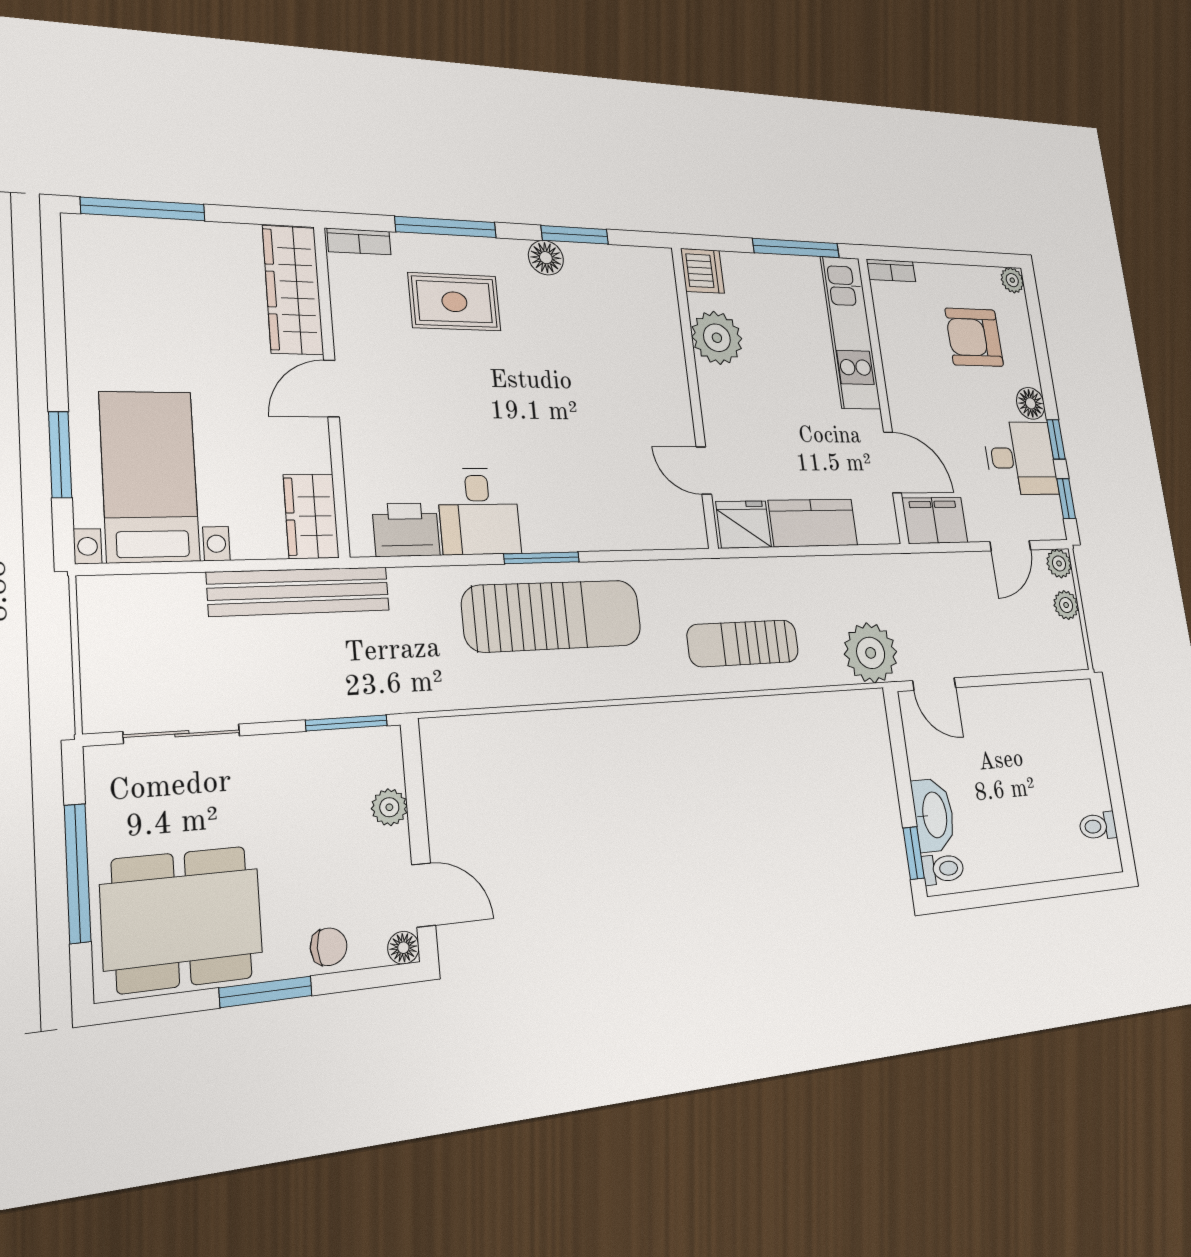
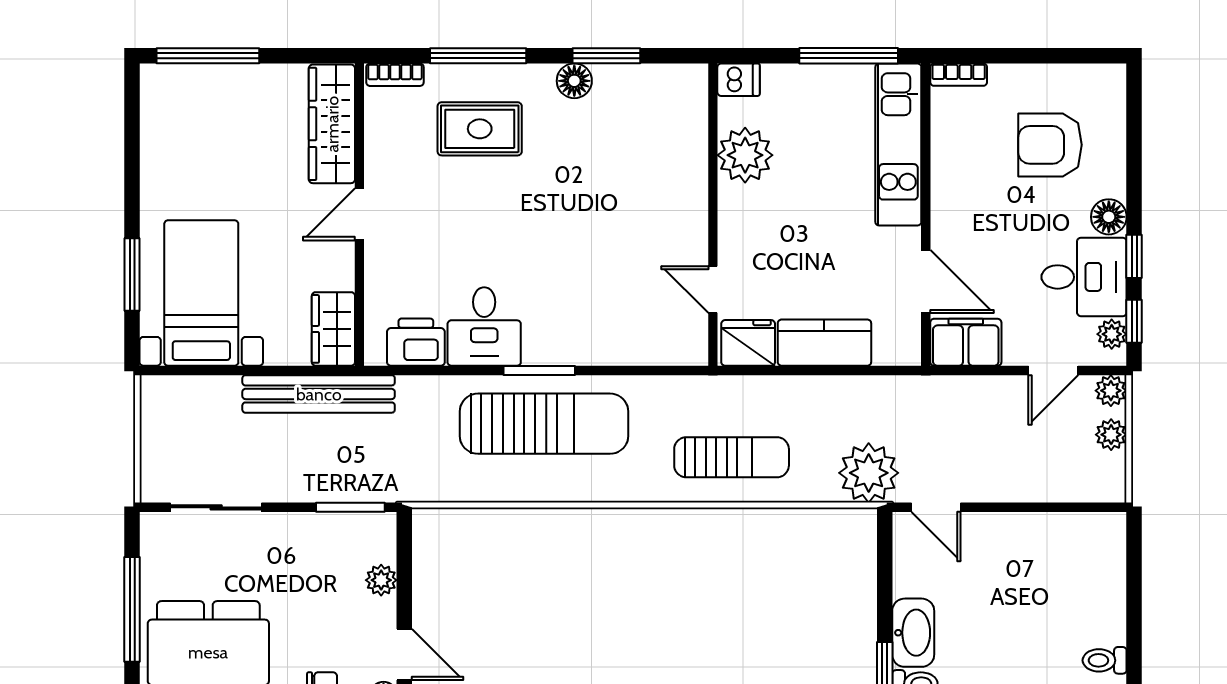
dishwasher: (703, 271) -> (739, 80), width x0.73
plant: (1012, 280) -> (1112, 334), moved
sun lounger: (743, 643) -> (732, 457), turned 180

